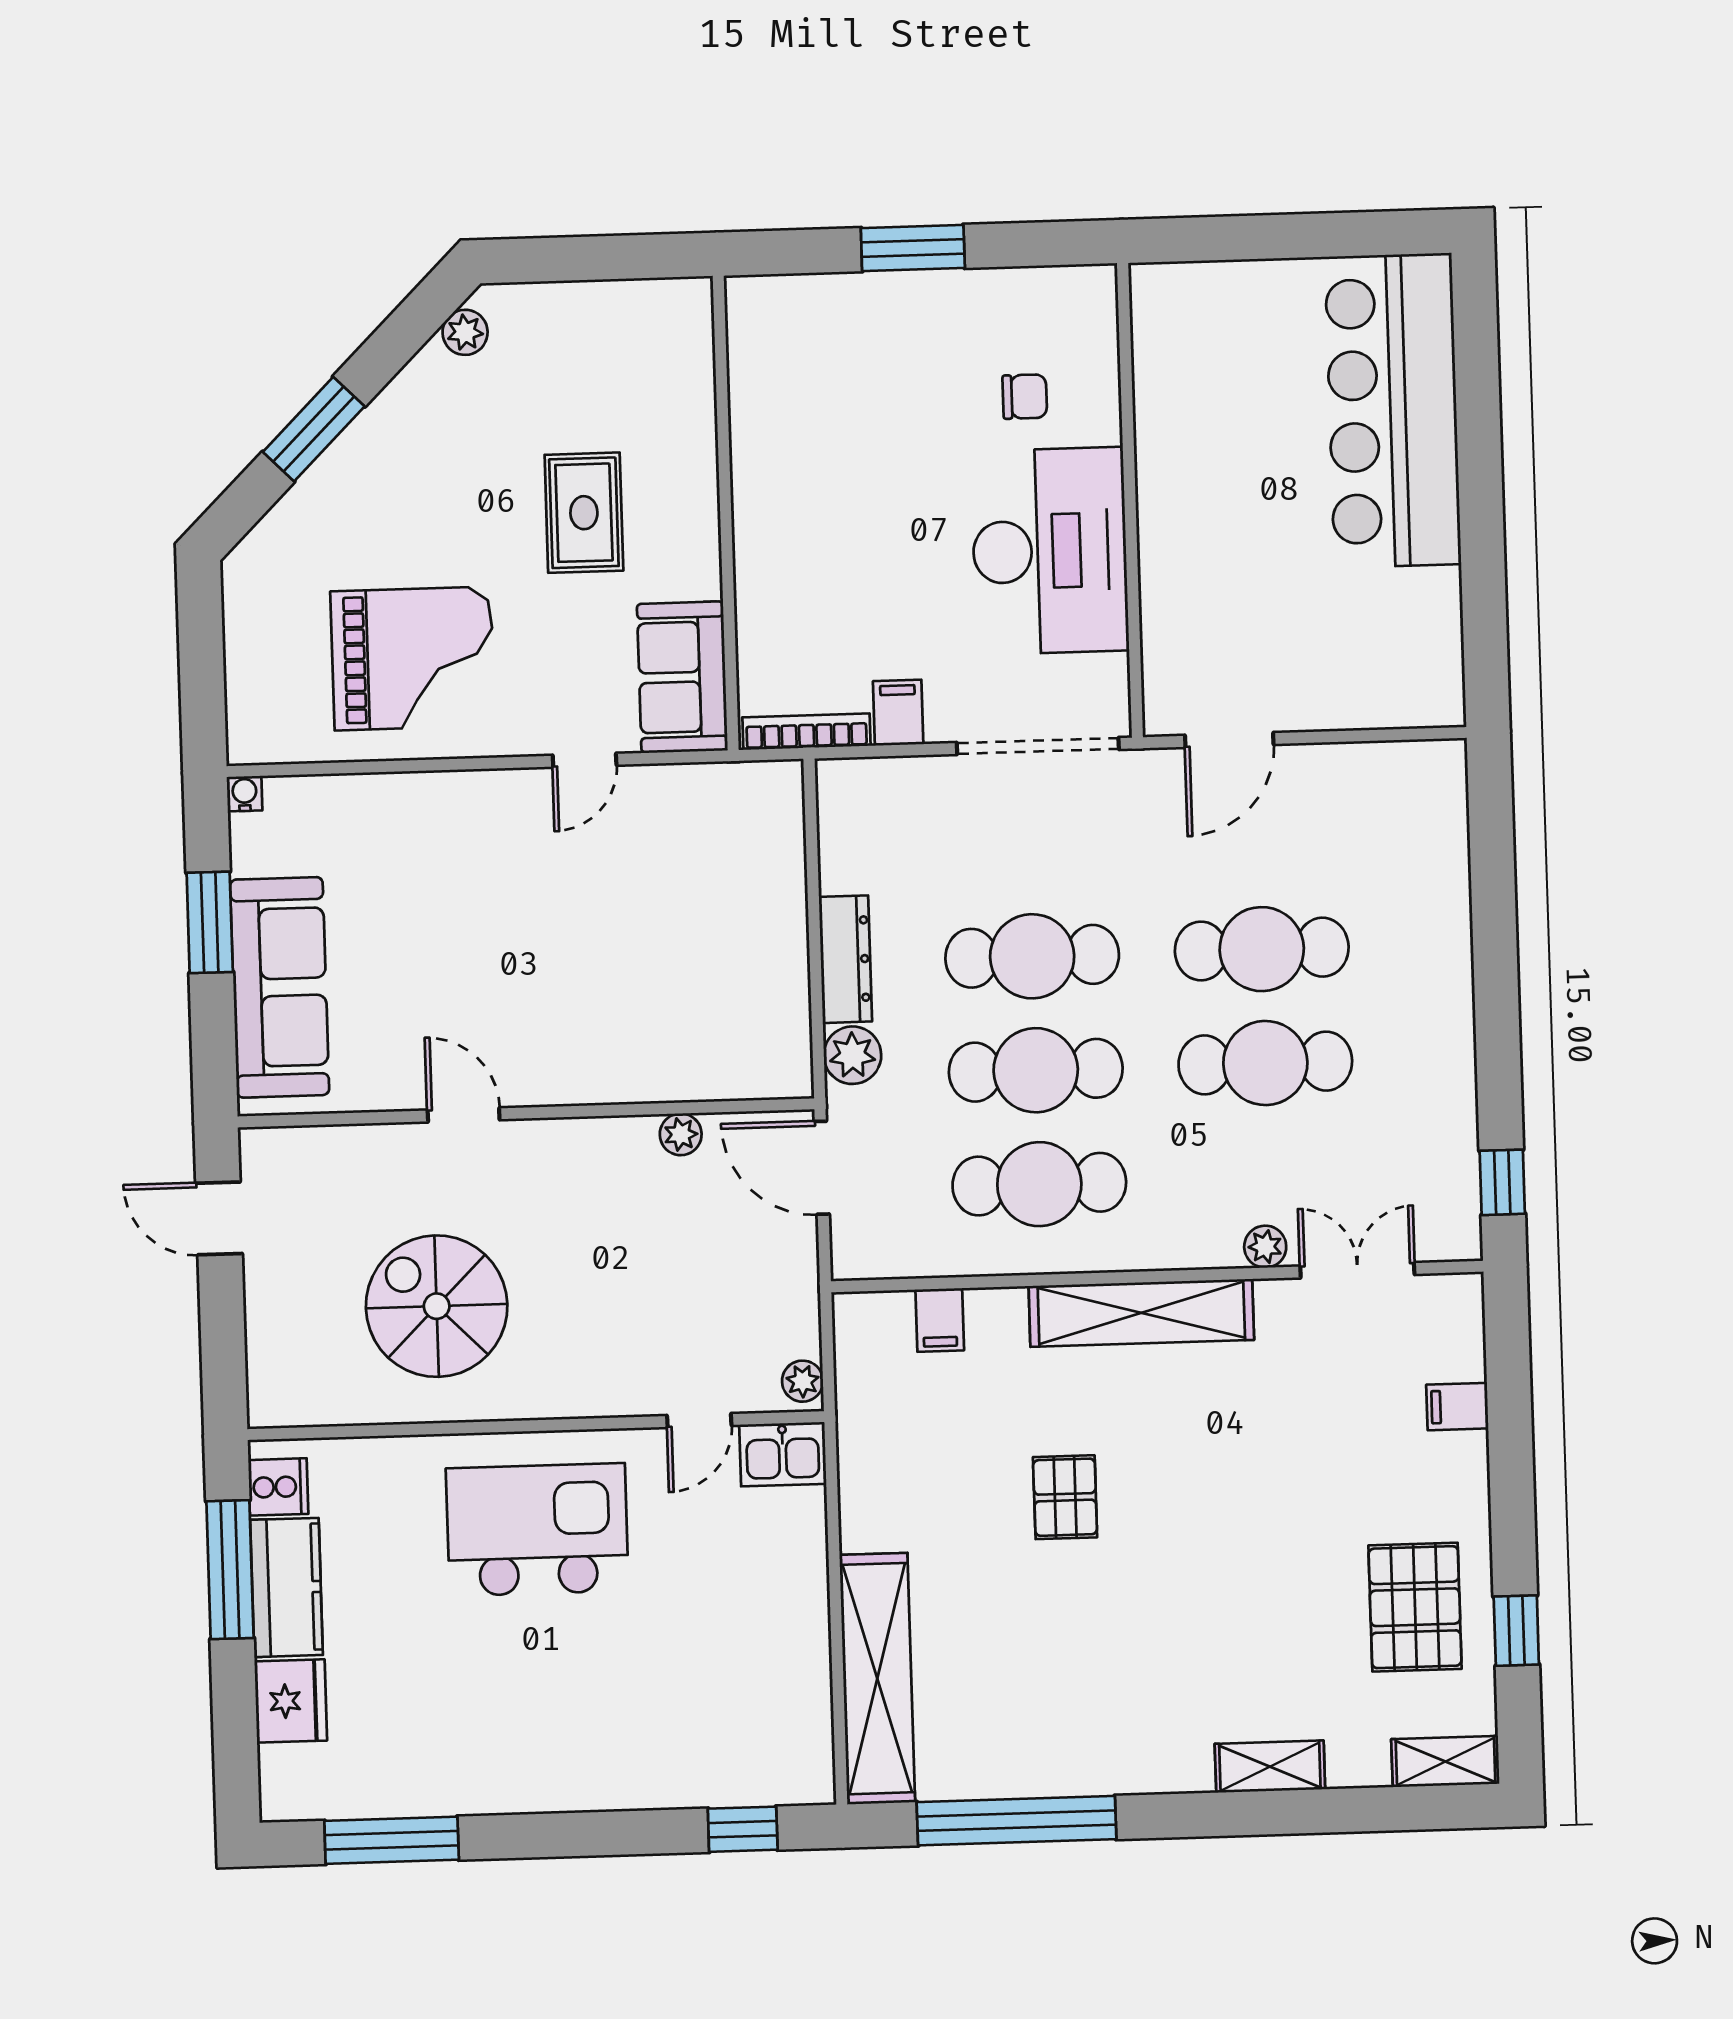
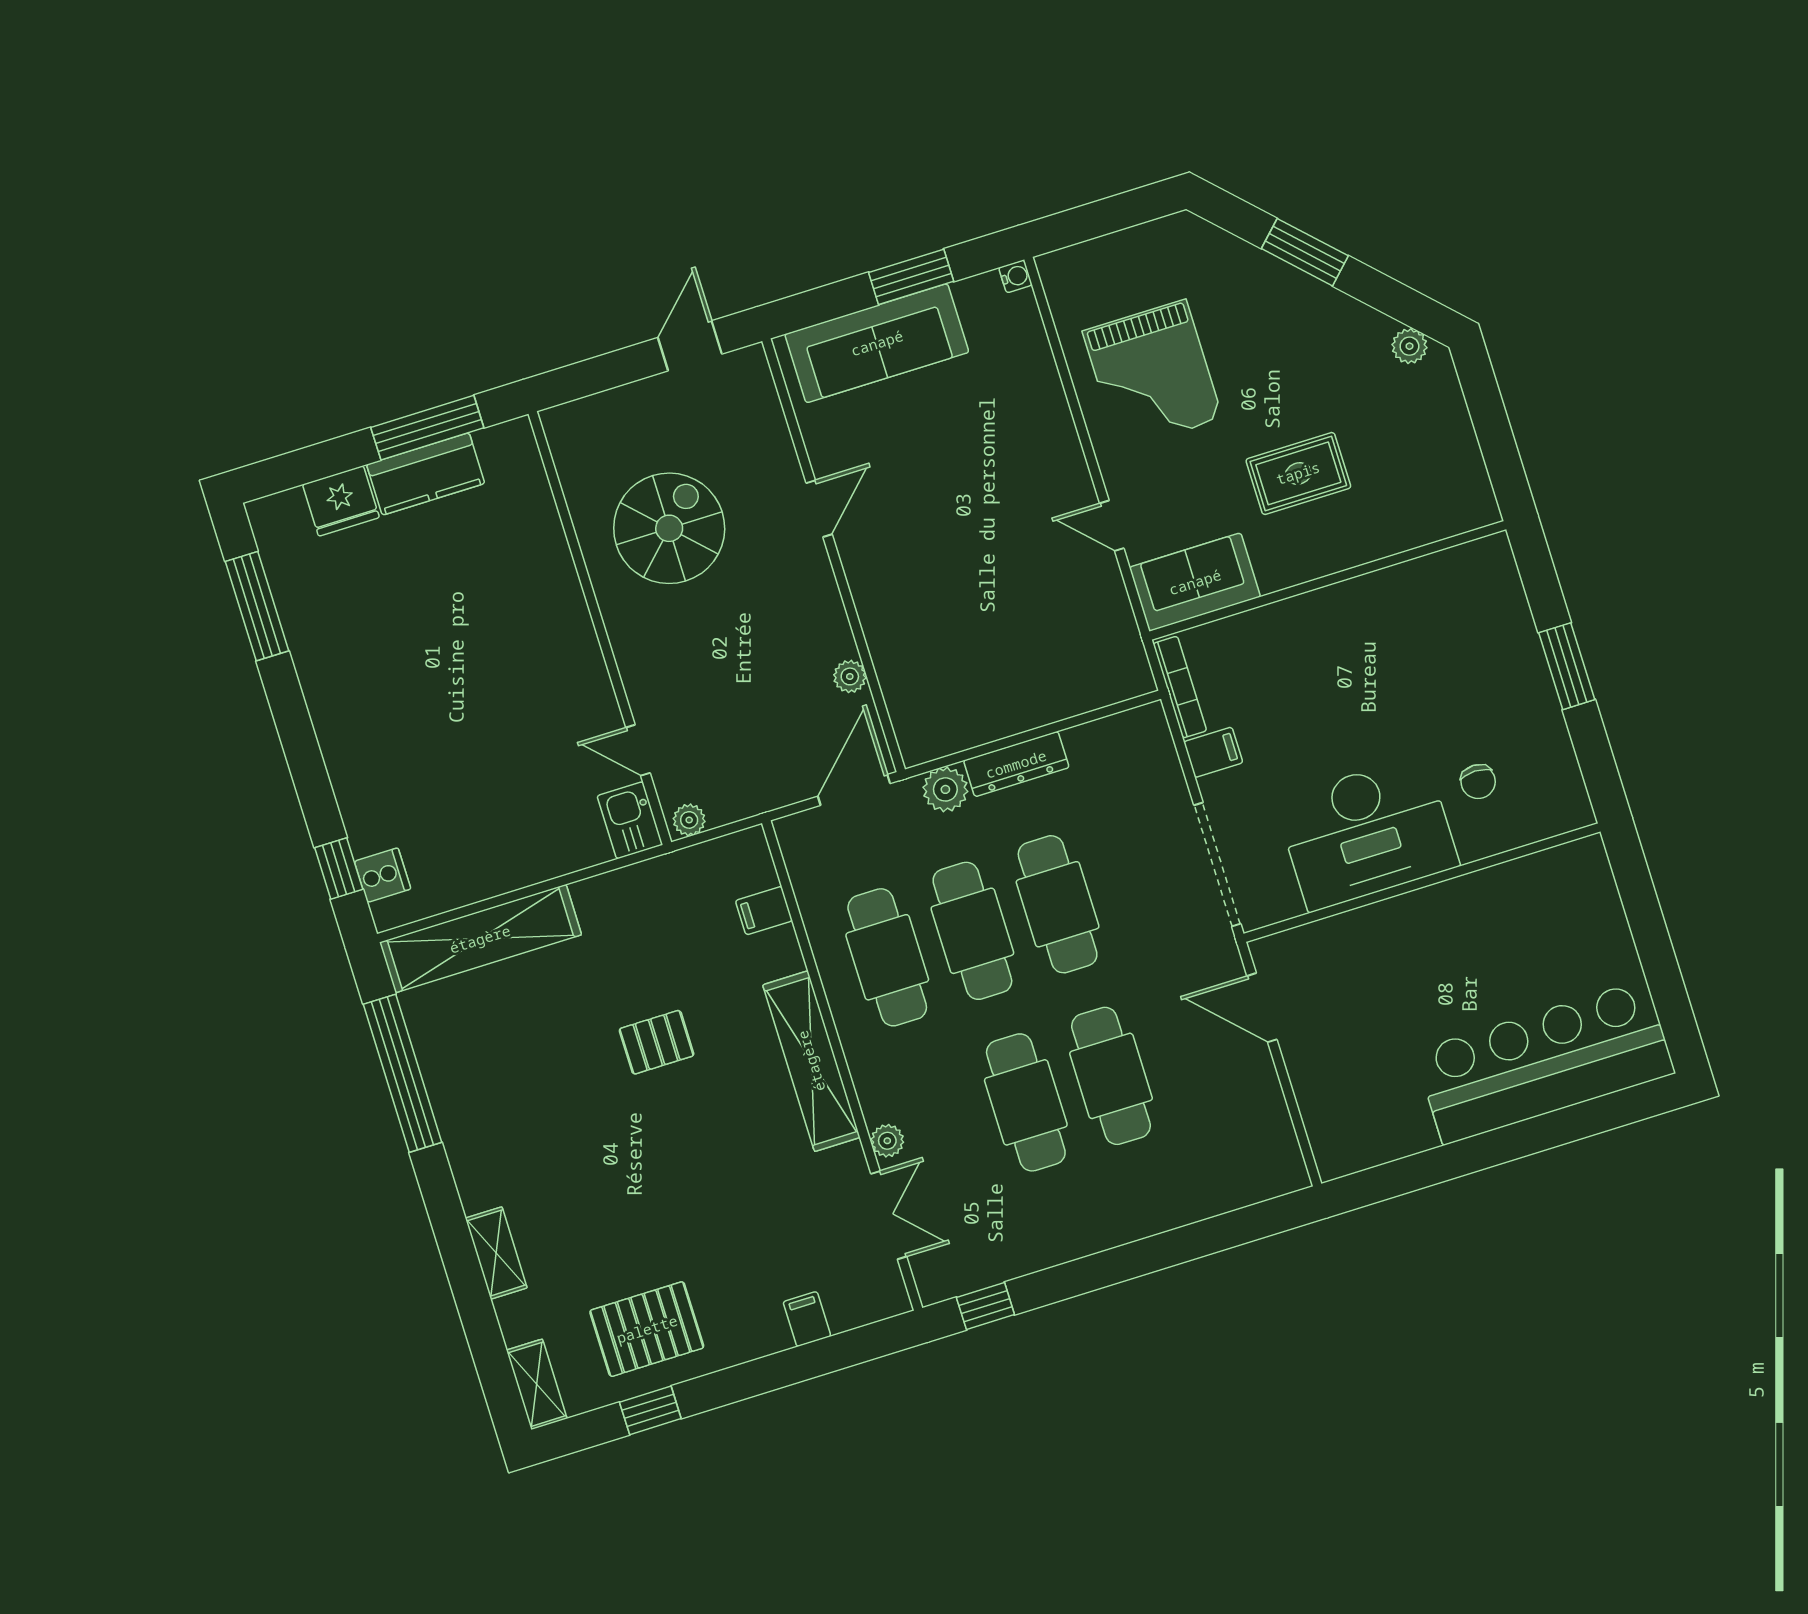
cooker: (278, 1487) -> (382, 875), moved, turned -90
kitchen island: (537, 1530) -> (522, 651), removed

